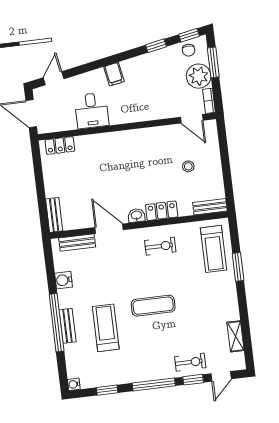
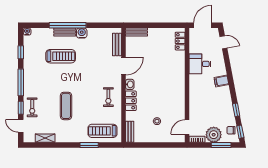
water cooler: (64, 280) -> (82, 33), moved
exercise mat: (153, 306) -> (66, 106), moved

